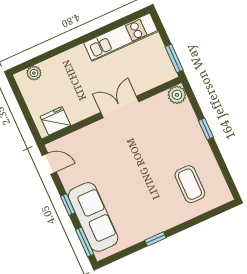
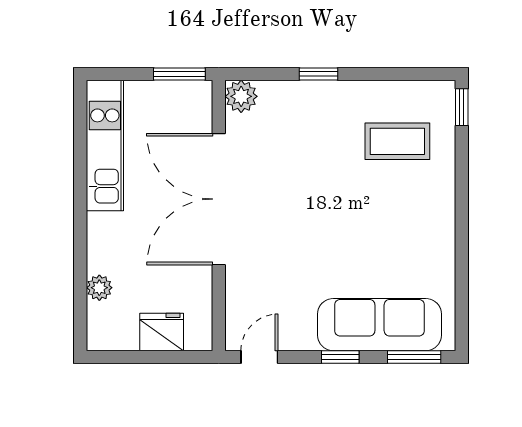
plant: (34, 73) -> (99, 288), moved
double door: (120, 107) -> (219, 199), width x1.87
fridge: (55, 121) -> (162, 332), moved, turned 90
window: (155, 239) -> (462, 107), moved

